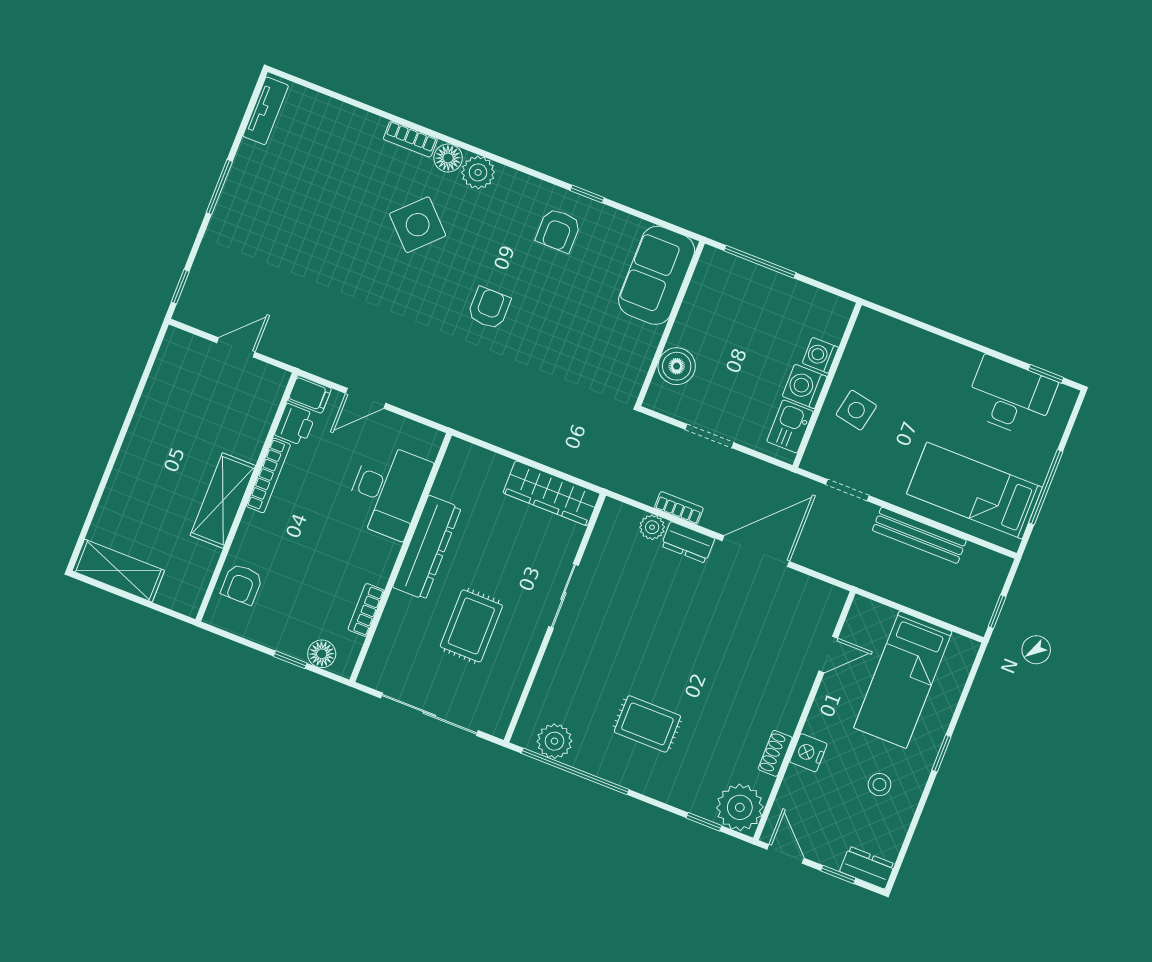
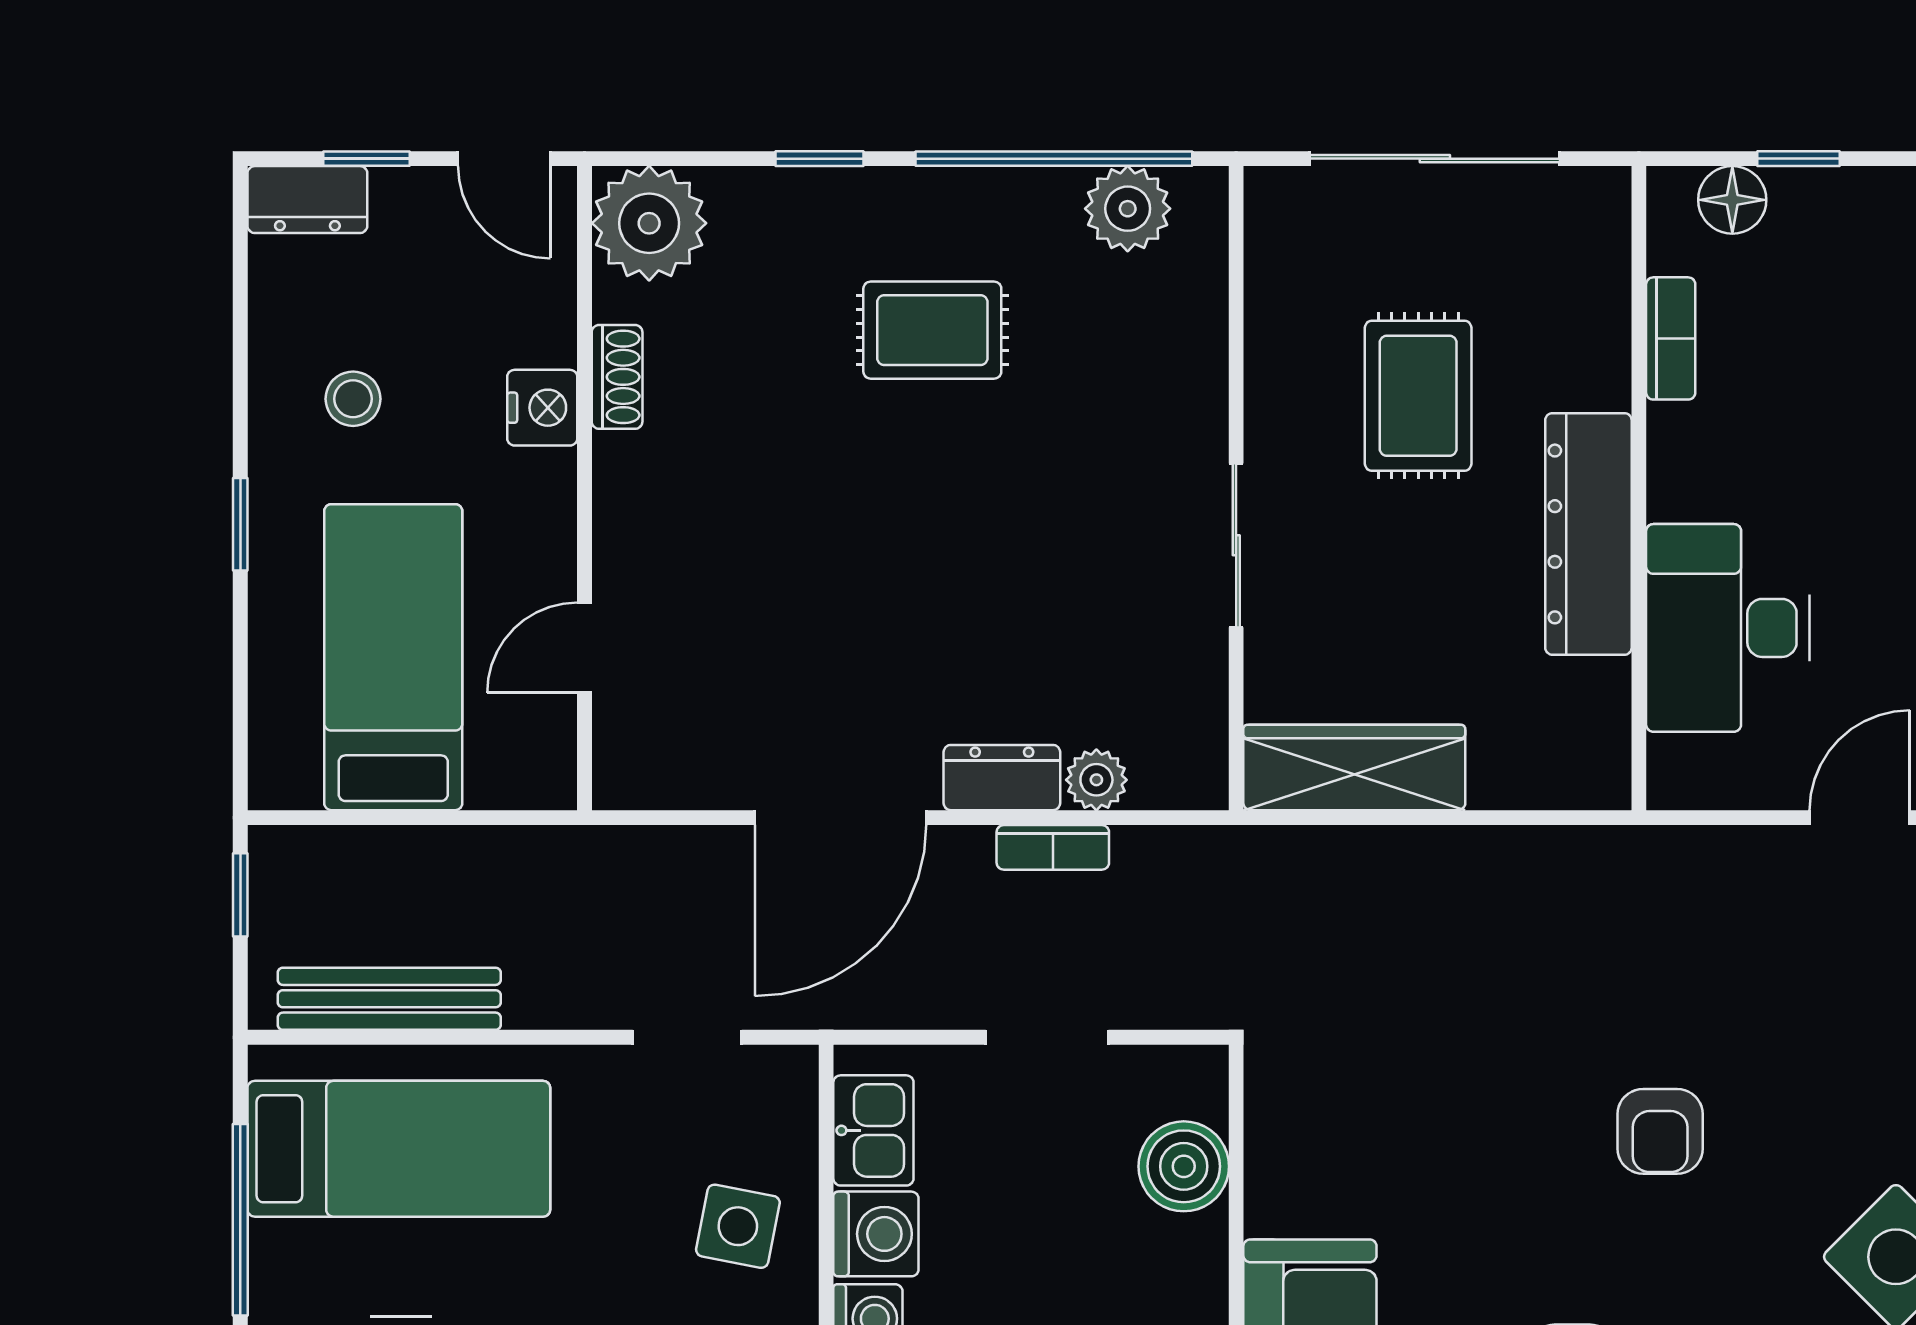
bench: (919, 535) -> (389, 999), moved
window: (704, 822) -> (820, 159), moved

